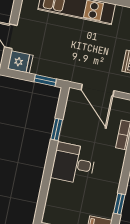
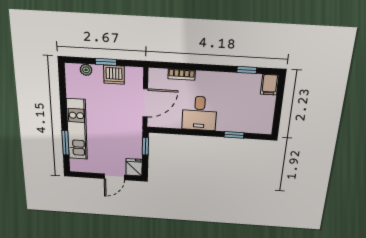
window: (57, 129) -> (234, 135), moved
desk: (74, 164) -> (199, 113), moved

